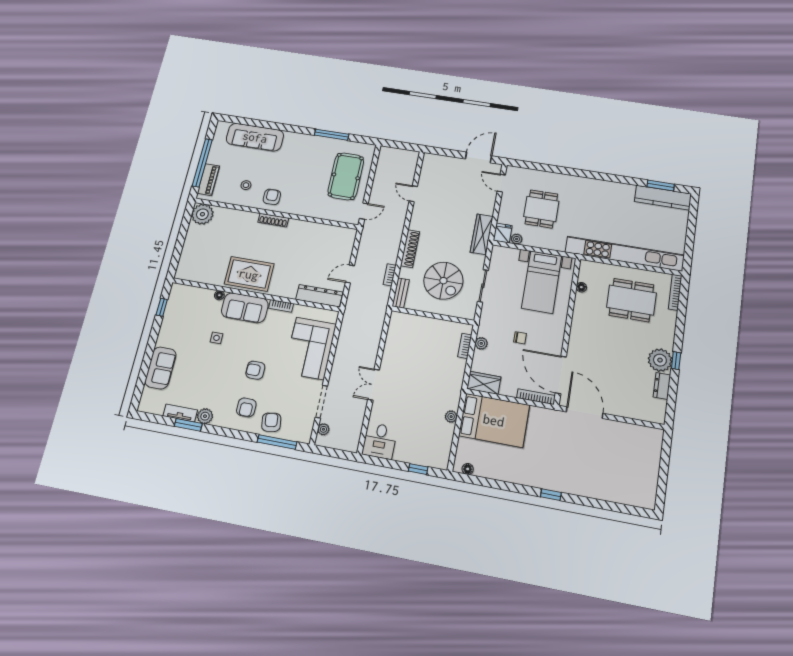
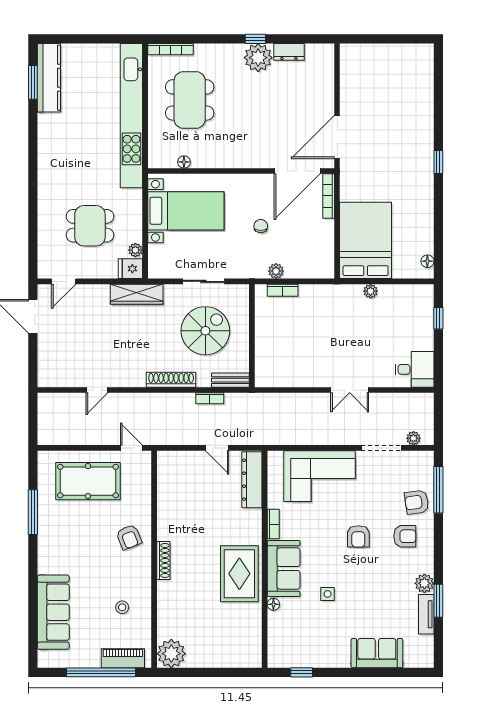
armchair: (272, 197) -> (129, 537), moved, turned -112
wardrobe: (484, 383) -> (323, 260), removed

